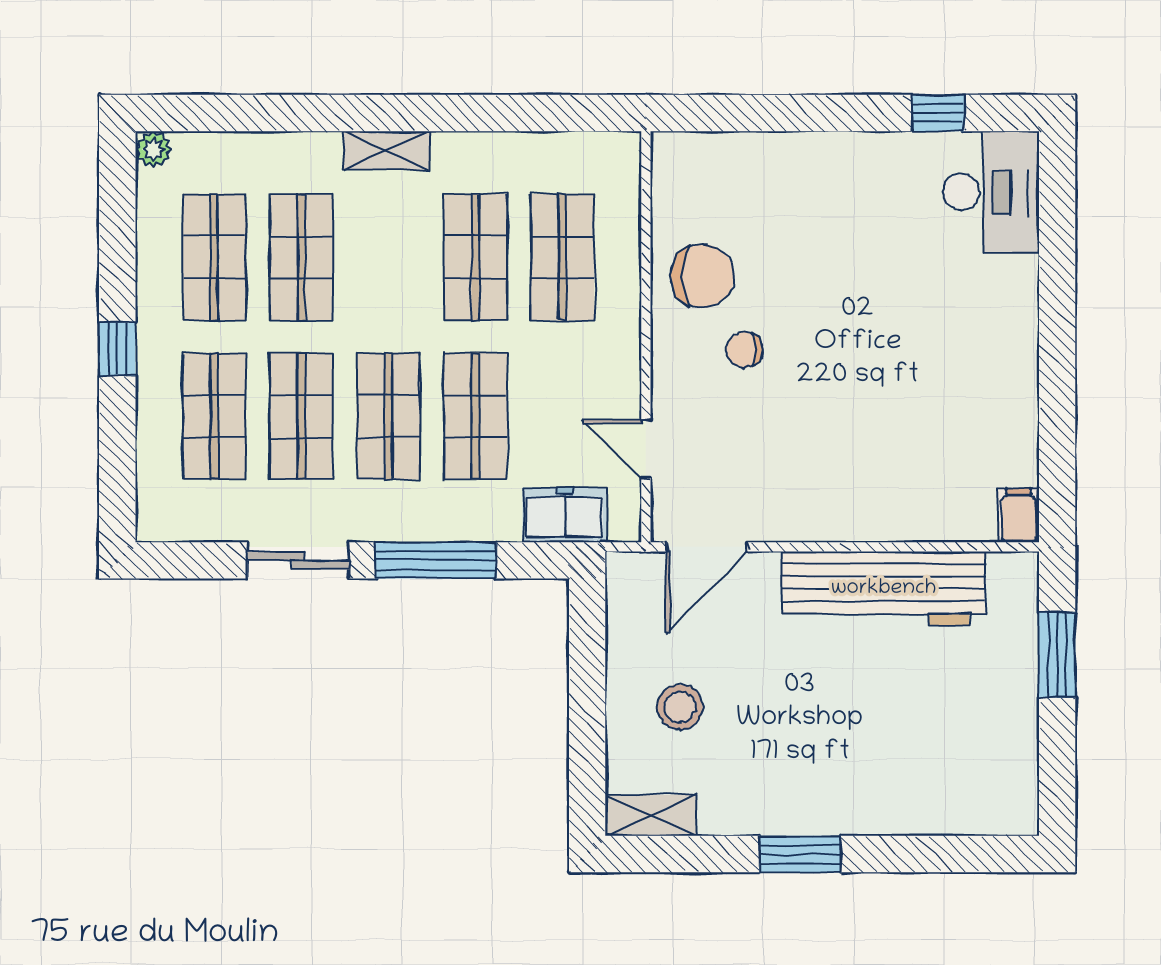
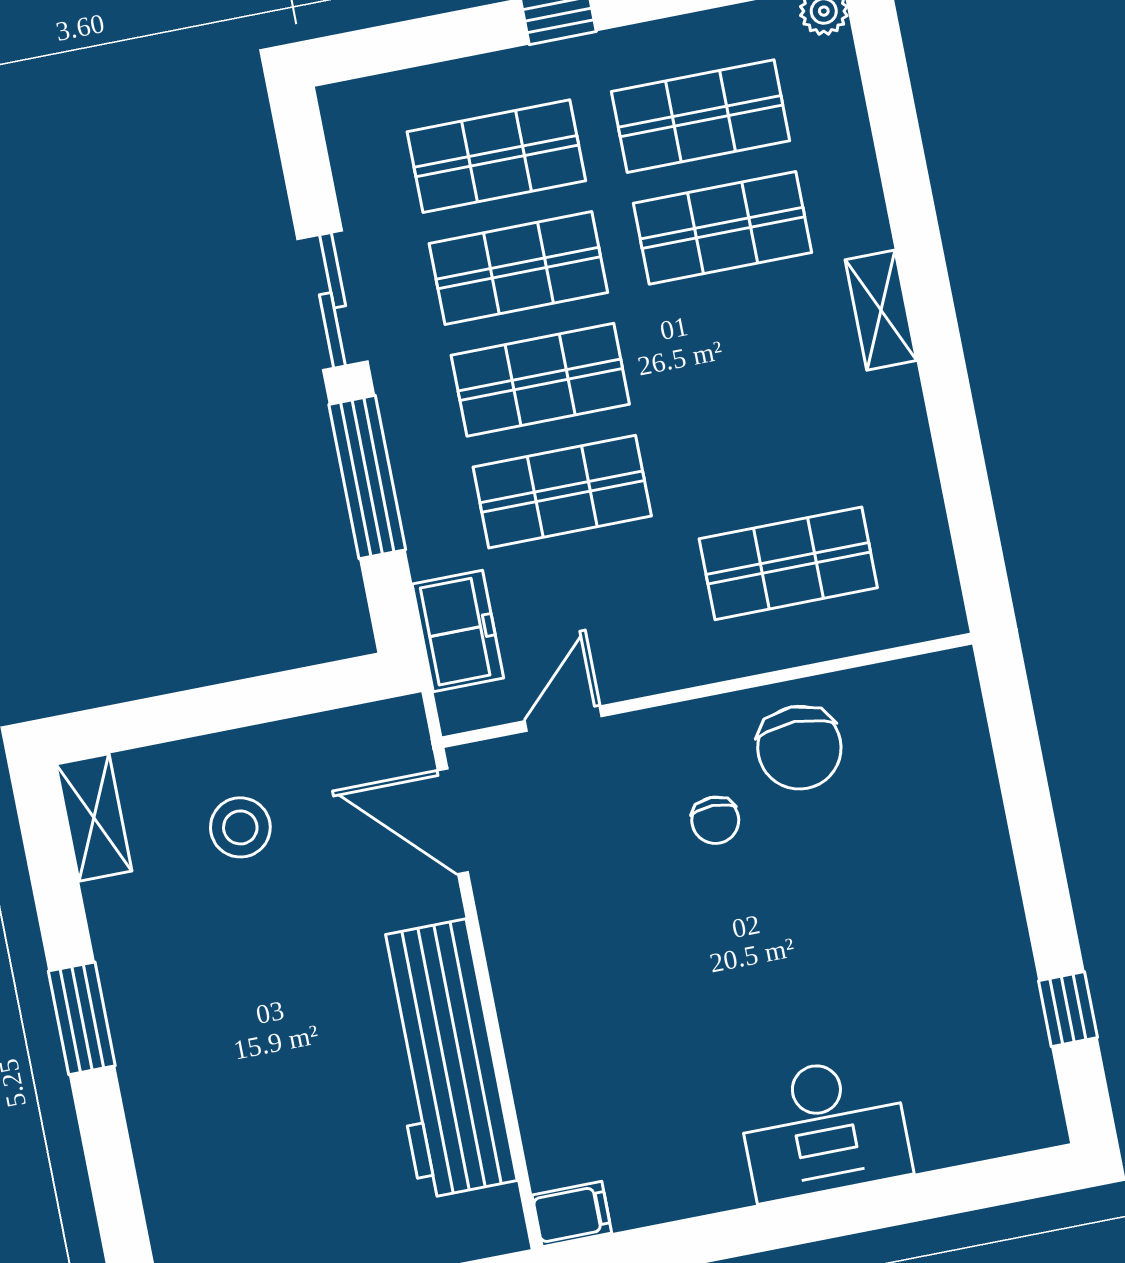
desk: (991, 192) -> (824, 1128), moved
shop shelf: (475, 257) -> (766, 452), removed
chair: (744, 350) -> (715, 820), turned 180

